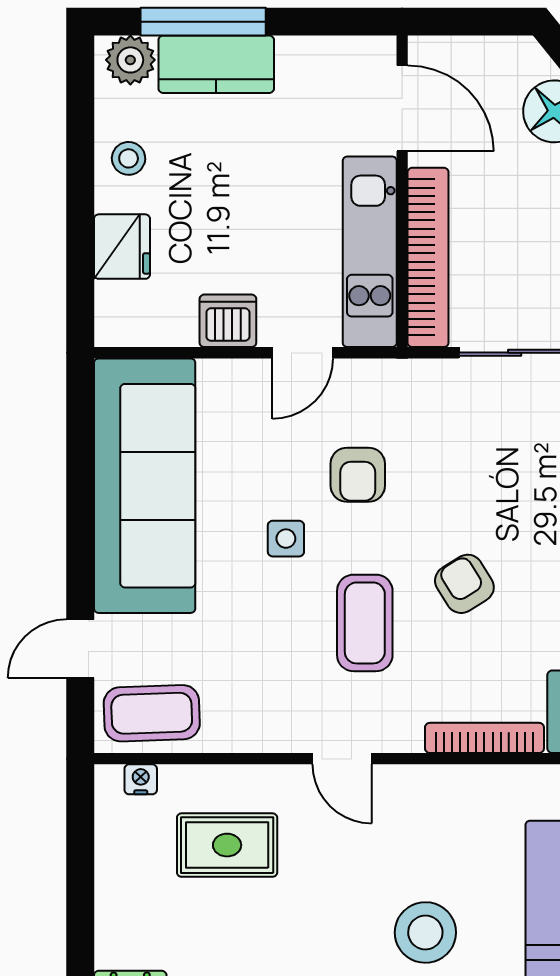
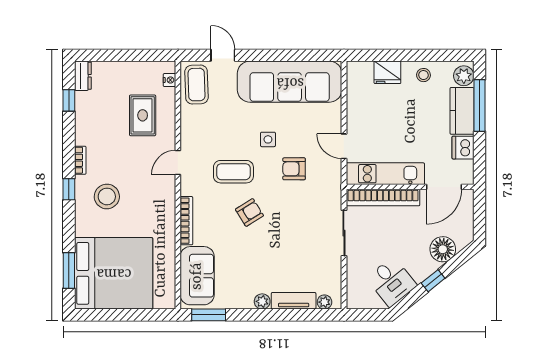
dishwasher: (228, 321) -> (463, 148), moved, turned 180

